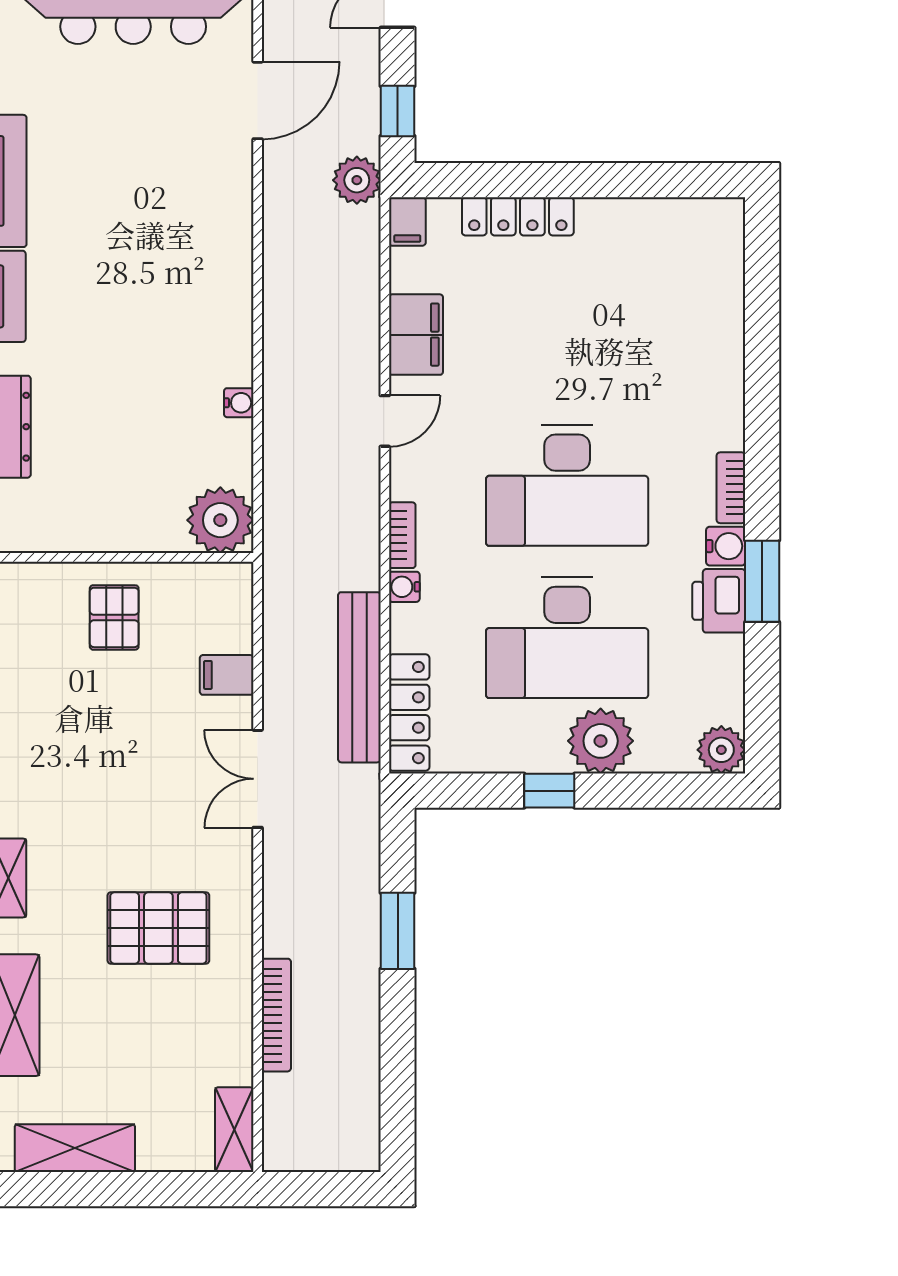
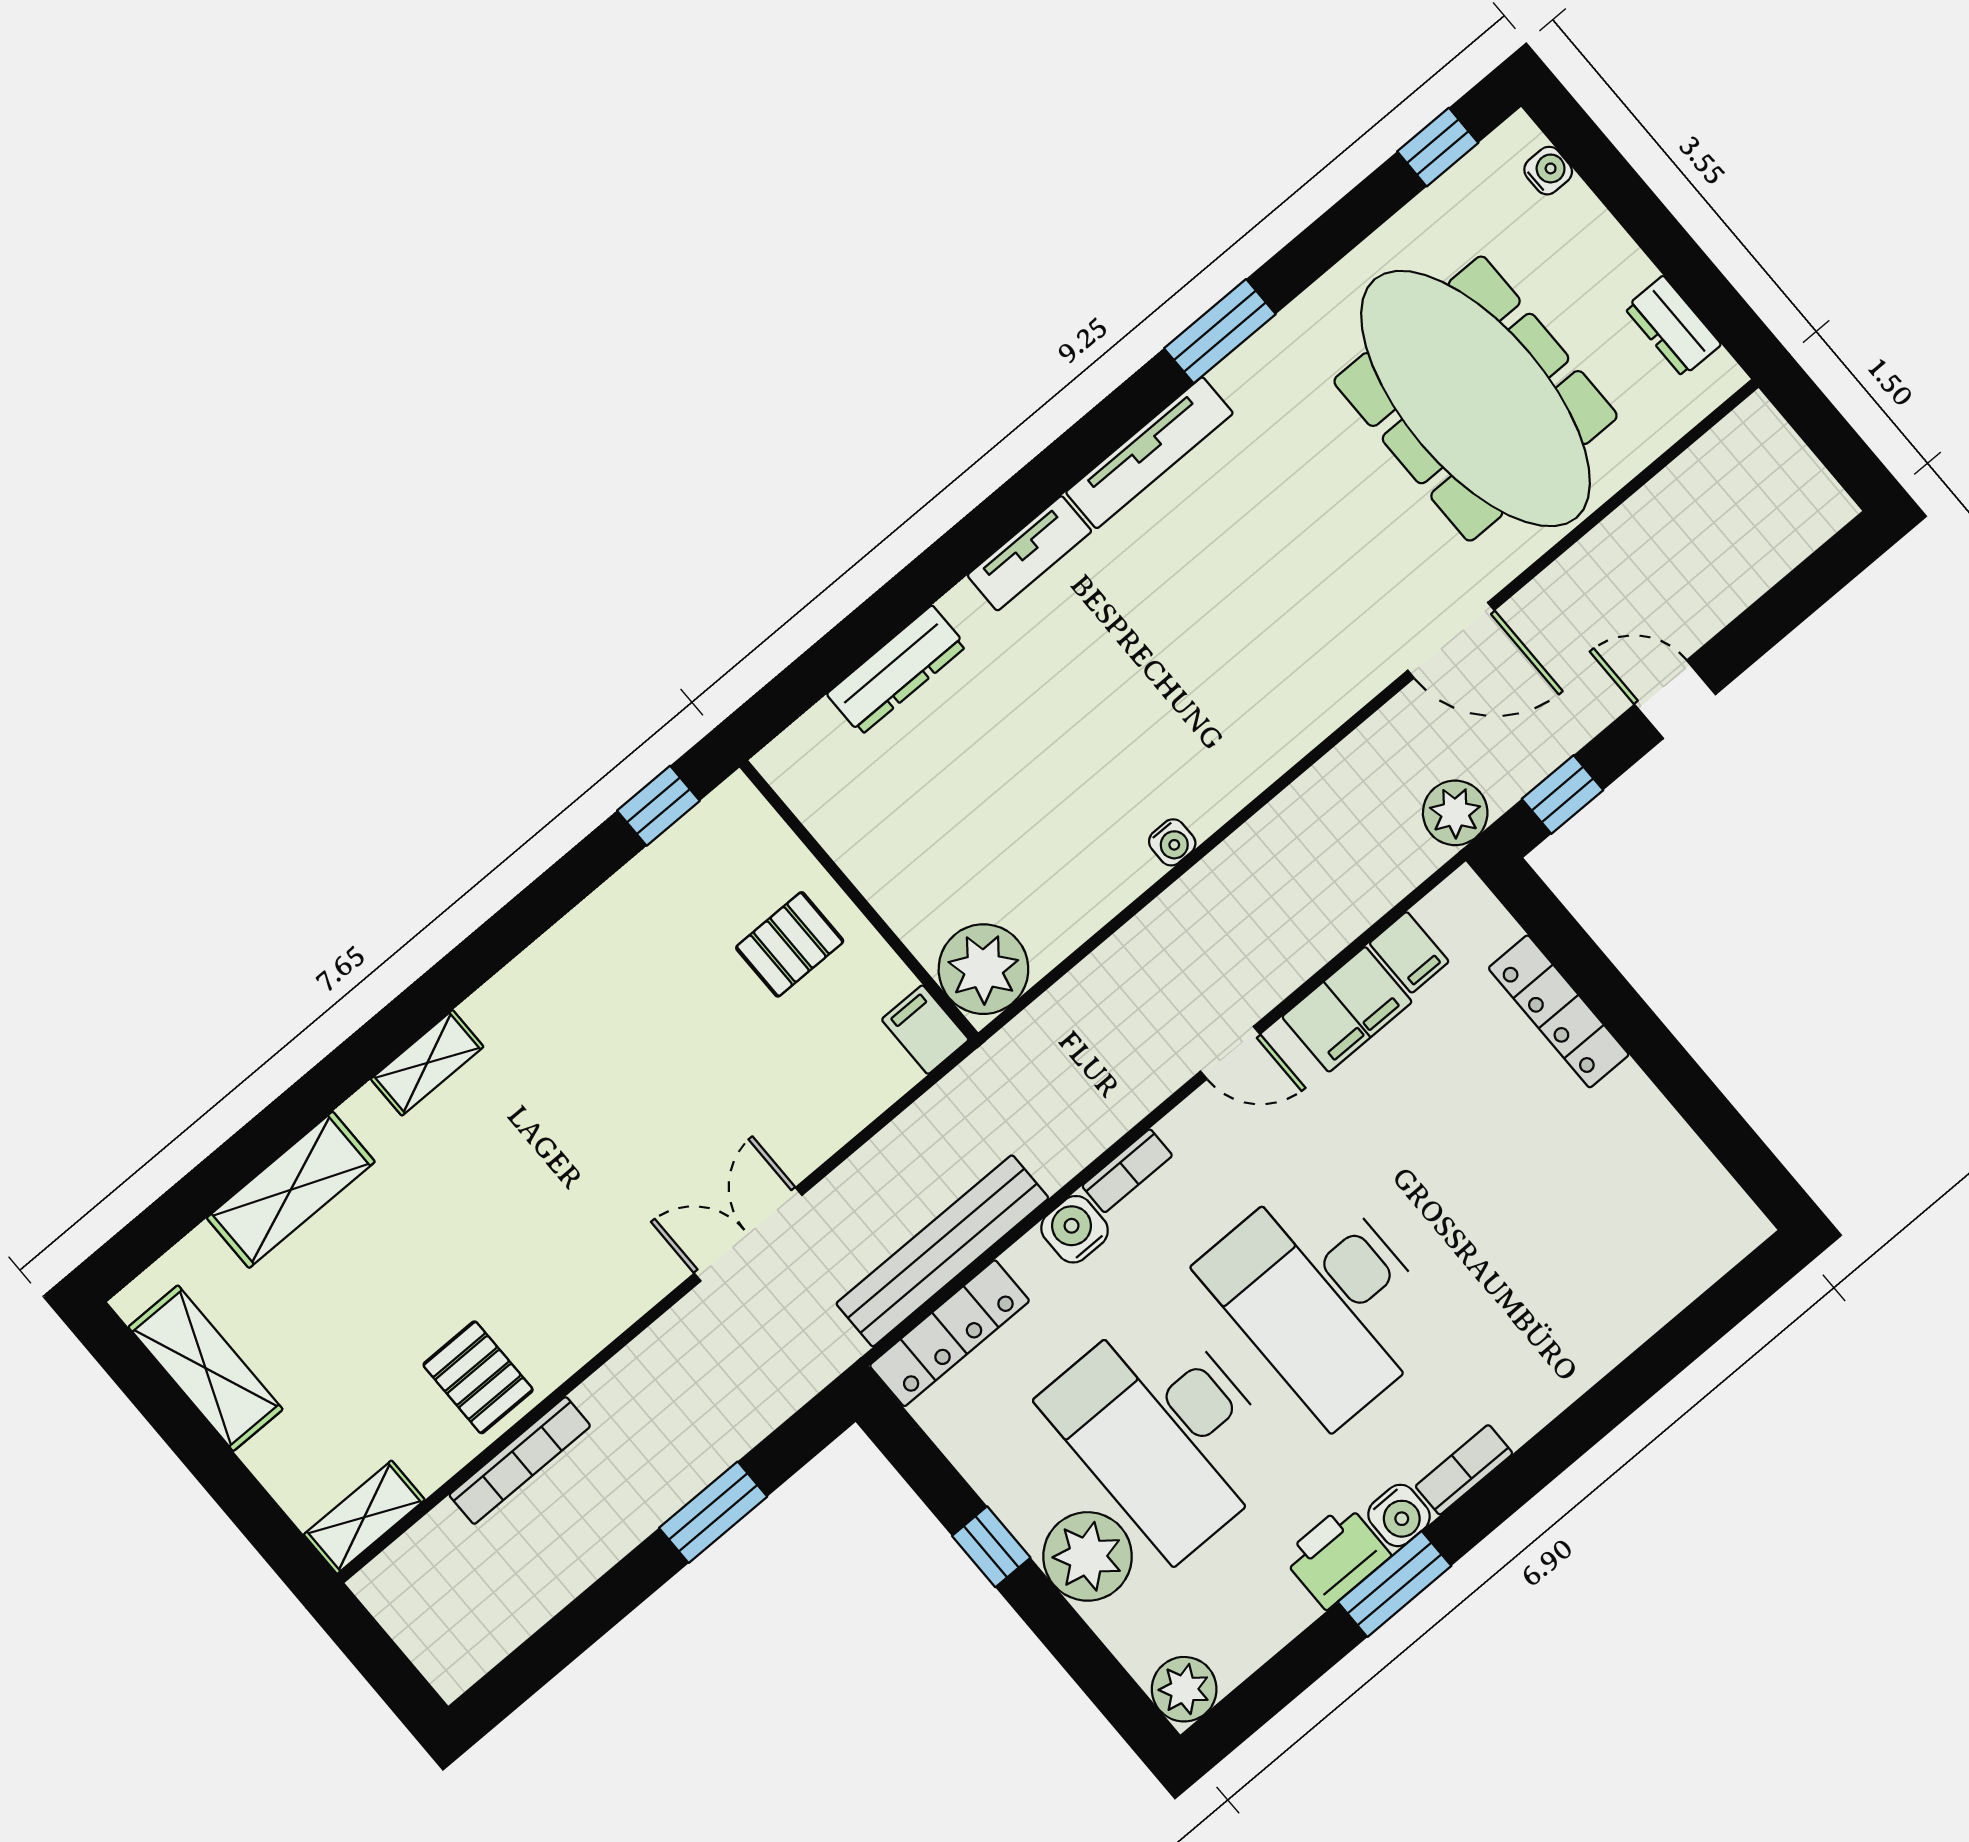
filing cabinet: (407, 222) -> (1409, 952), moved, turned -90
water cooler: (239, 403) -> (1172, 842), moved
water cooler: (404, 587) -> (1075, 1229), width x1.38, depth x1.38
filing cabinet: (227, 675) -> (925, 1030), moved
pallet: (158, 928) -> (478, 1377), moved, width x0.67, depth x0.71

